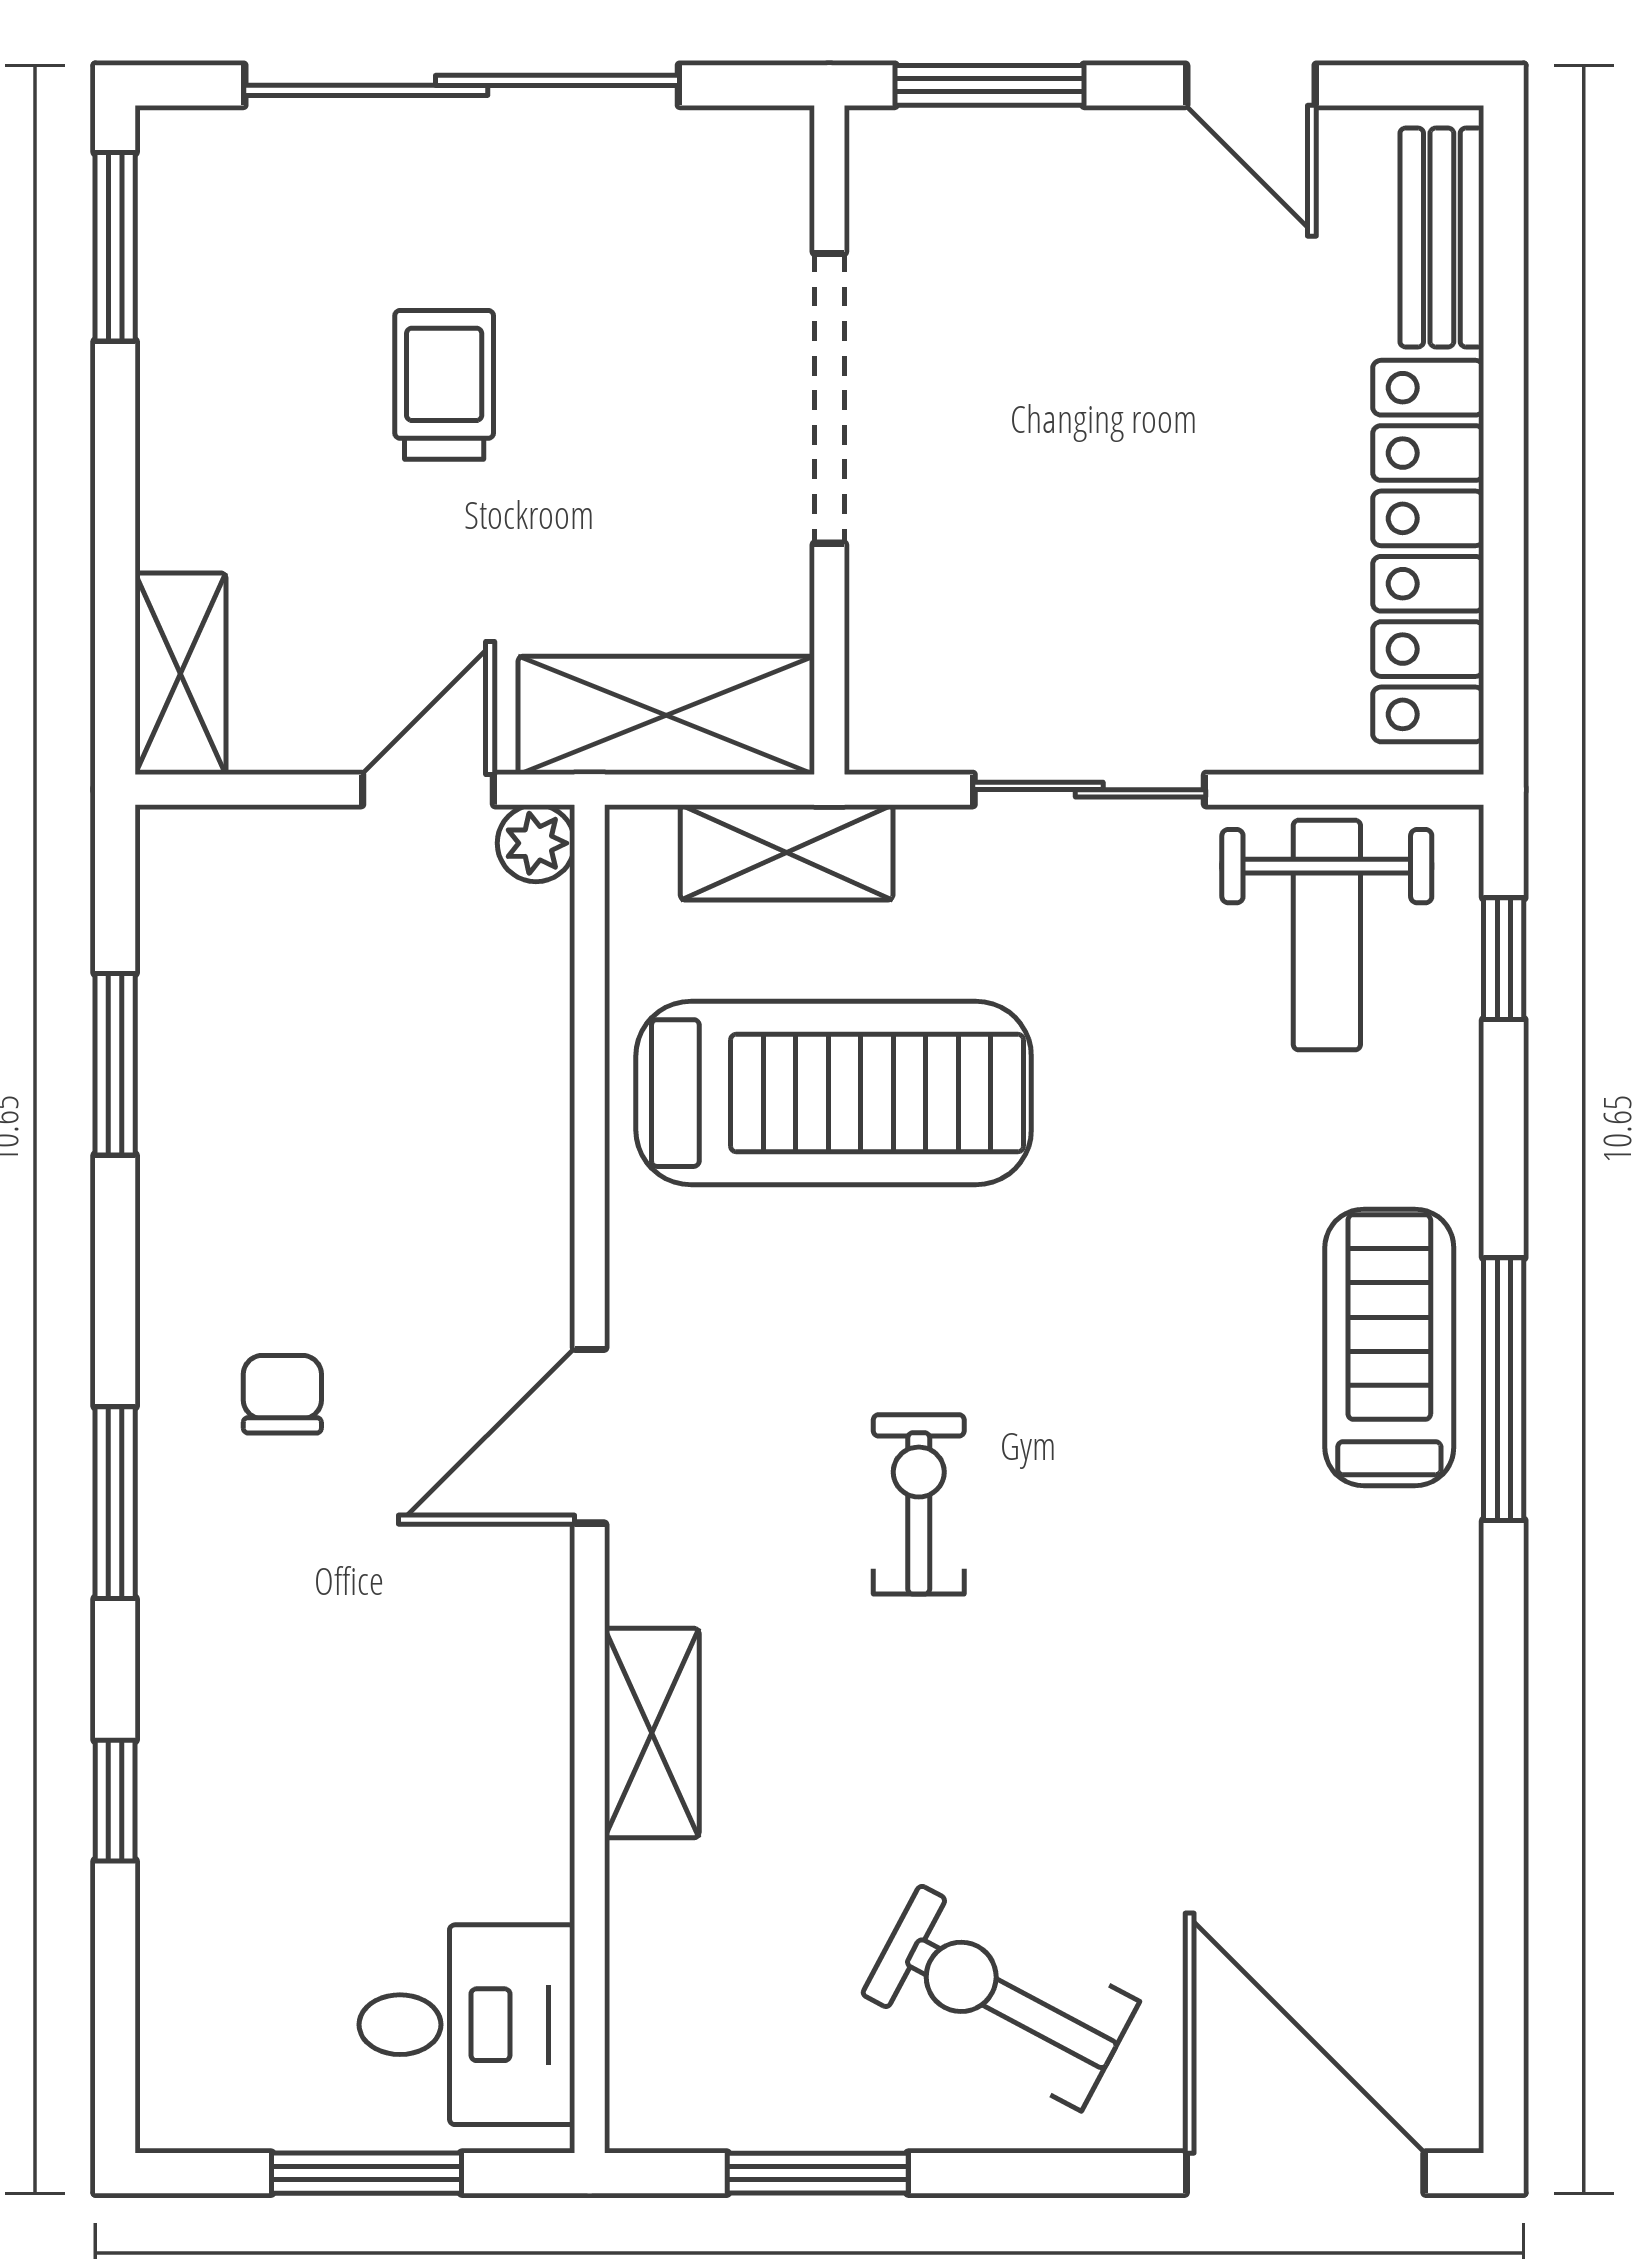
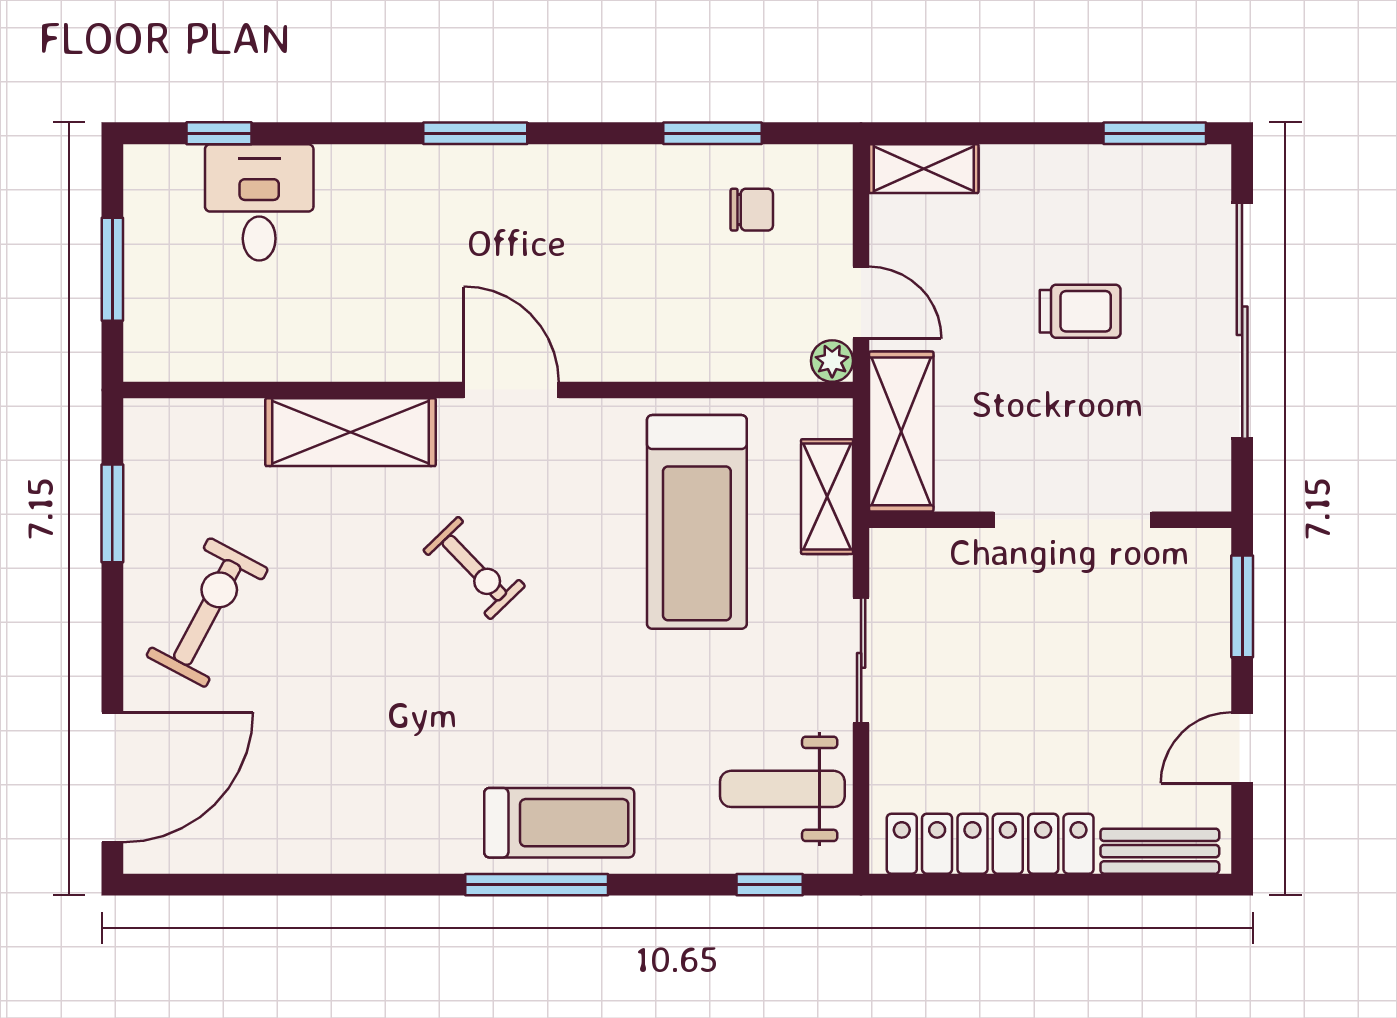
chair: (282, 1394) -> (752, 210), moved
exercise bike: (919, 1504) -> (474, 568), turned 46
shelving: (652, 1733) -> (351, 432), width x1.50, depth x1.33
window: (115, 1801) -> (219, 133), moved
desk: (467, 2025) -> (259, 202), moved, turned 180

